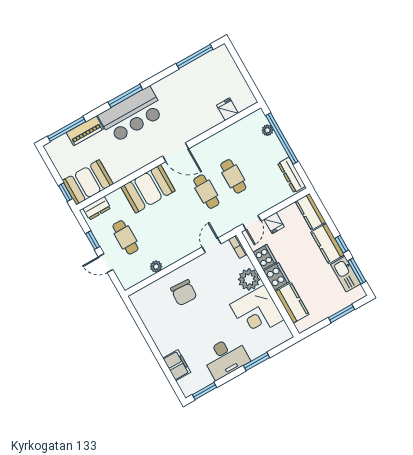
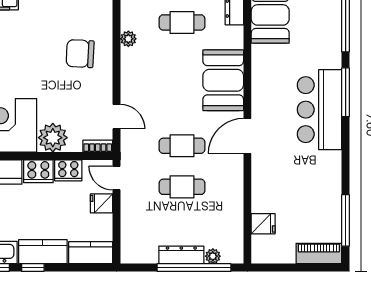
window: (125, 96) -> (346, 92), moved
piano: (85, 131) -> (319, 254), moved, turned 90
dresser: (292, 175) -> (181, 255), moved

